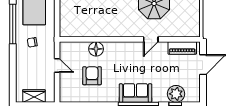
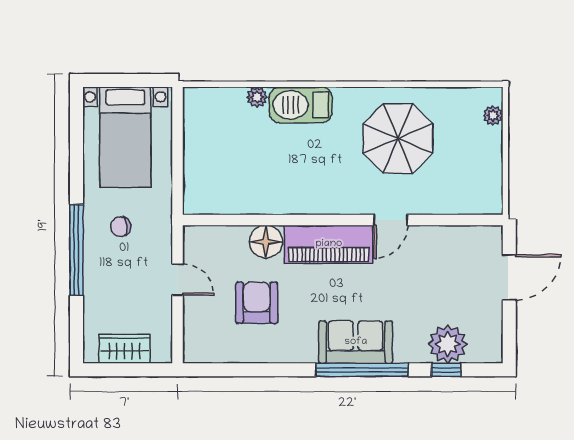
window: (13, 24) -> (76, 250), moved
piano: (182, 48) -> (329, 244), moved, width x1.37, depth x1.33

